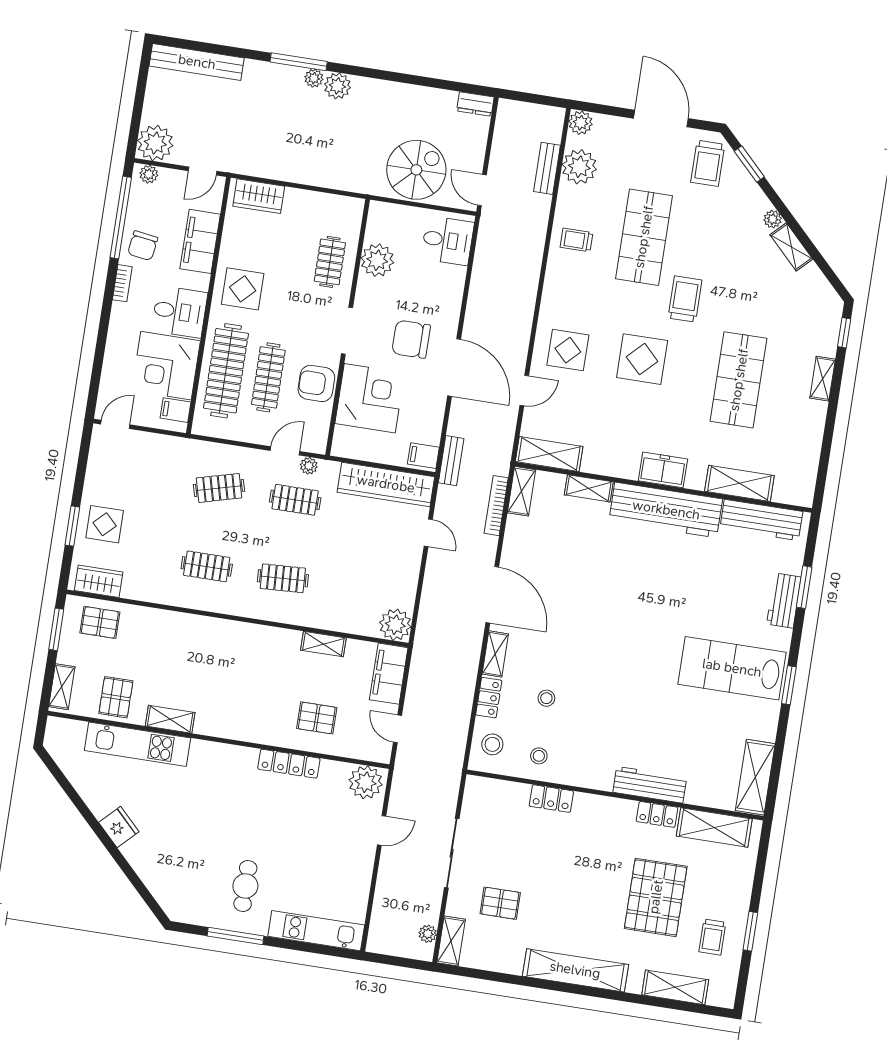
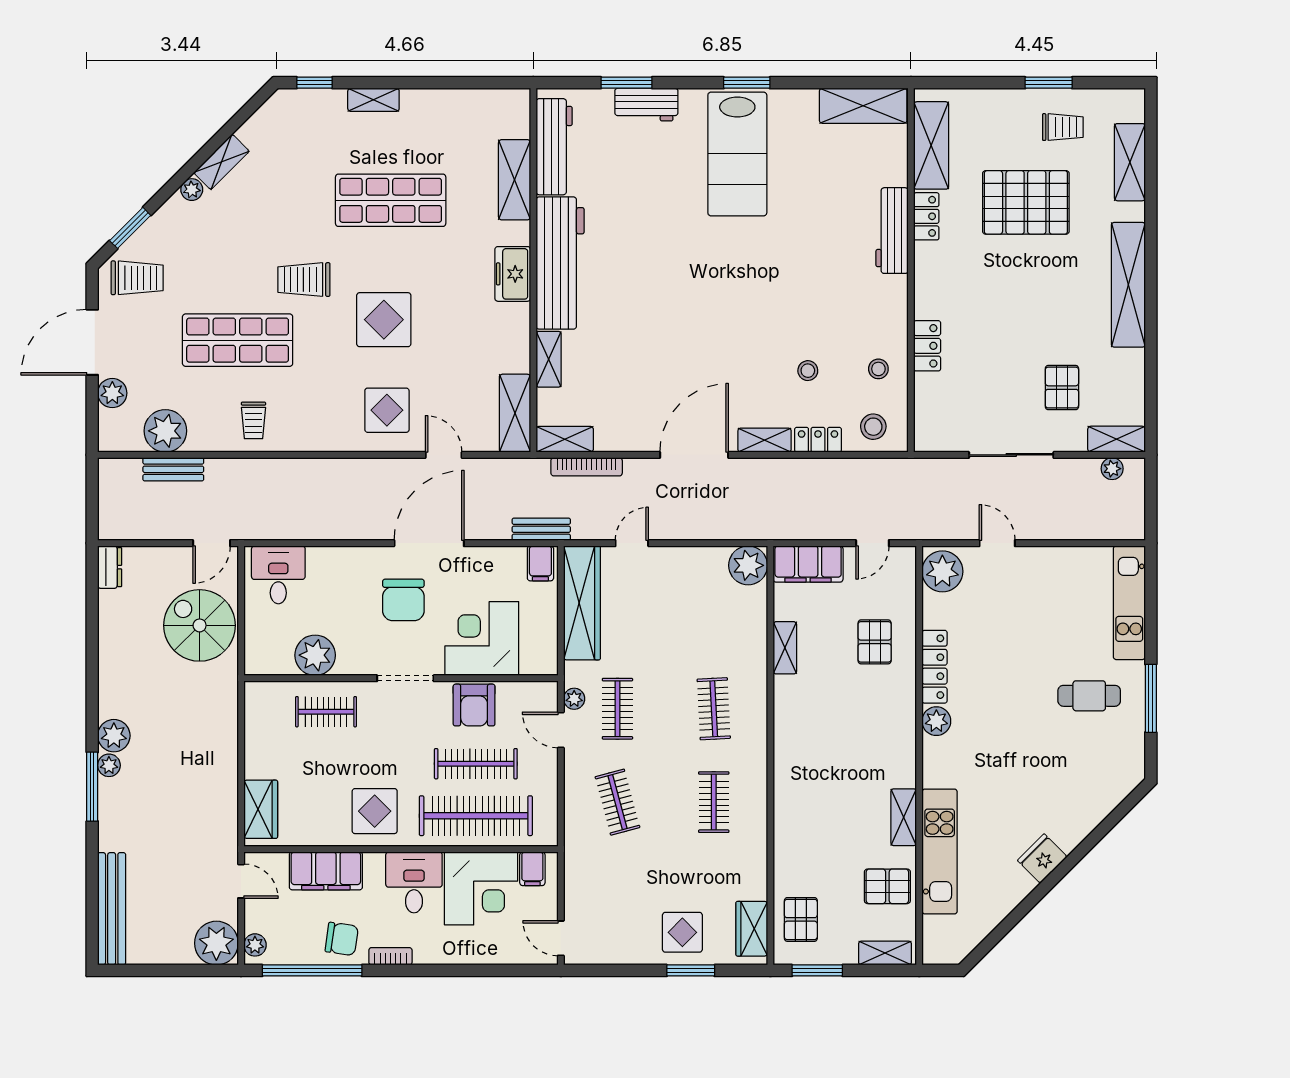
plant: (581, 123) -> (112, 393), moved
plant: (244, 758) -> (936, 721), added

